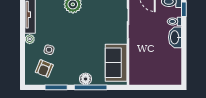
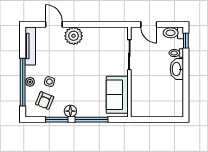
plant: (30, 39) -> (30, 82), moved
window: (22, 50) -> (23, 82), added
floor lamp: (86, 79) -> (70, 111), moved

